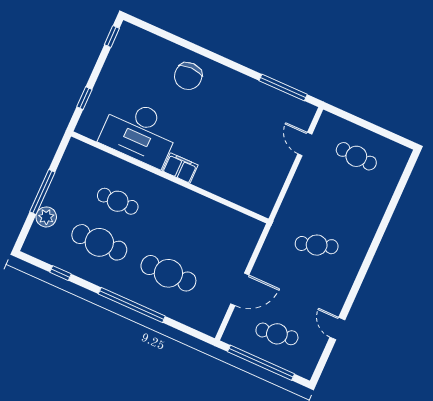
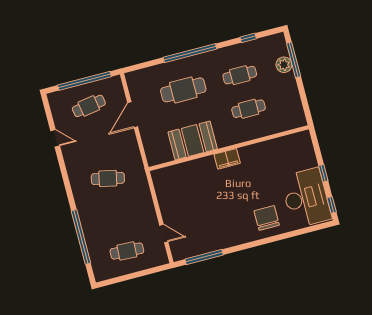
window: (84, 98) -> (323, 173), moved
desk: (140, 132) -> (306, 198), moved, turned 90
window: (42, 192) -> (294, 60), moved
window: (391, 208) -> (81, 237), added
booth: (200, 215) -> (193, 140), added
cafe table: (99, 242) -> (240, 75), width x0.73, depth x0.74
cafe table: (317, 245) -> (108, 178), turned 30

